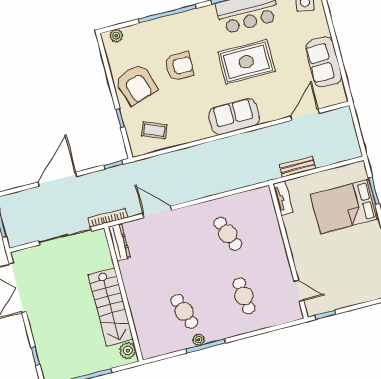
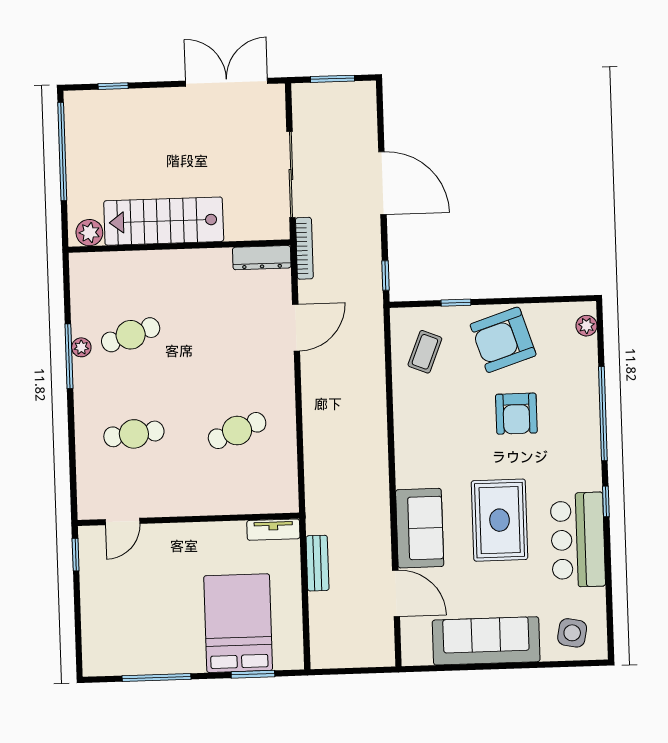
sofa: (324, 62) -> (486, 641), width x1.36
sofa: (234, 117) -> (420, 528), moved

